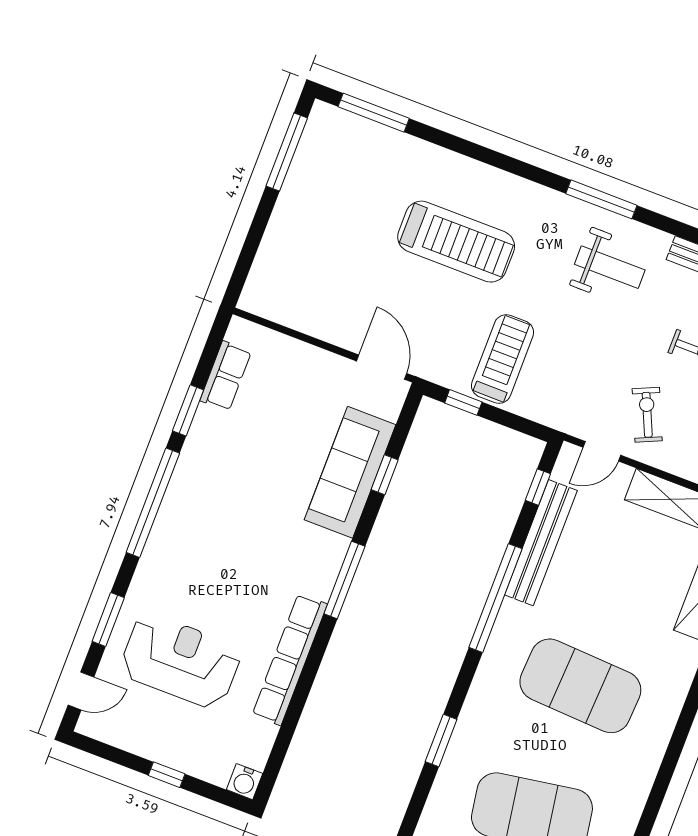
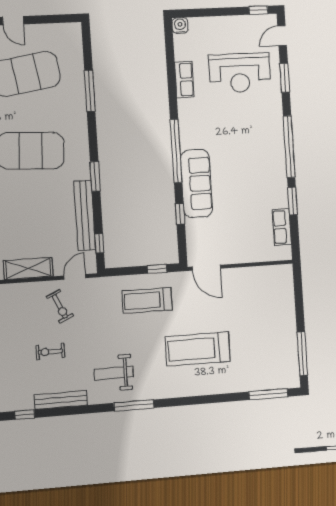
treadmill: (503, 359) -> (147, 300), turned 90
sofa: (350, 472) -> (197, 184), moved
window: (344, 580) -> (176, 151), width x1.46
window: (495, 598) -> (95, 176), width x0.47
row of seats: (290, 659) -> (184, 80), width x0.50
window: (441, 740) -> (90, 91), width x1.44
window: (167, 775) -> (258, 10), moved

